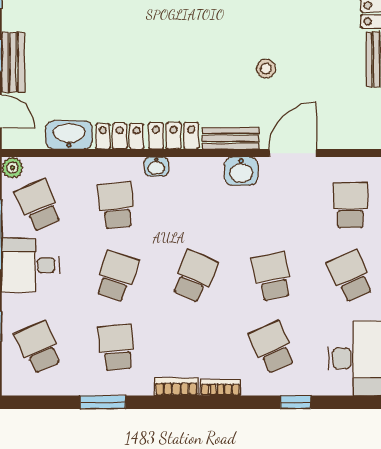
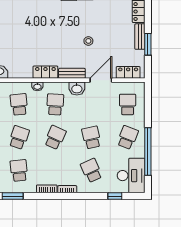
locker: (120, 136) -> (128, 72), moved
school desk: (194, 205) -> (55, 104), added
school desk: (350, 276) -> (128, 137), turned 45
window: (296, 402) -> (115, 196), moved

